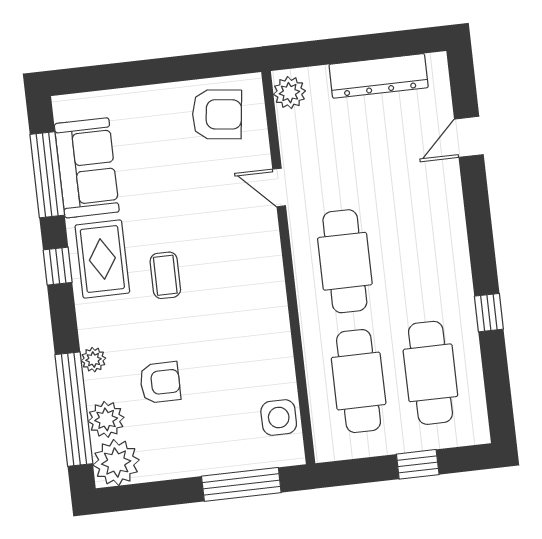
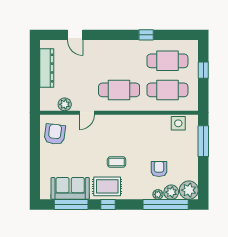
plant: (289, 93) -> (65, 104), moved
plant: (93, 360) -> (158, 194), moved

